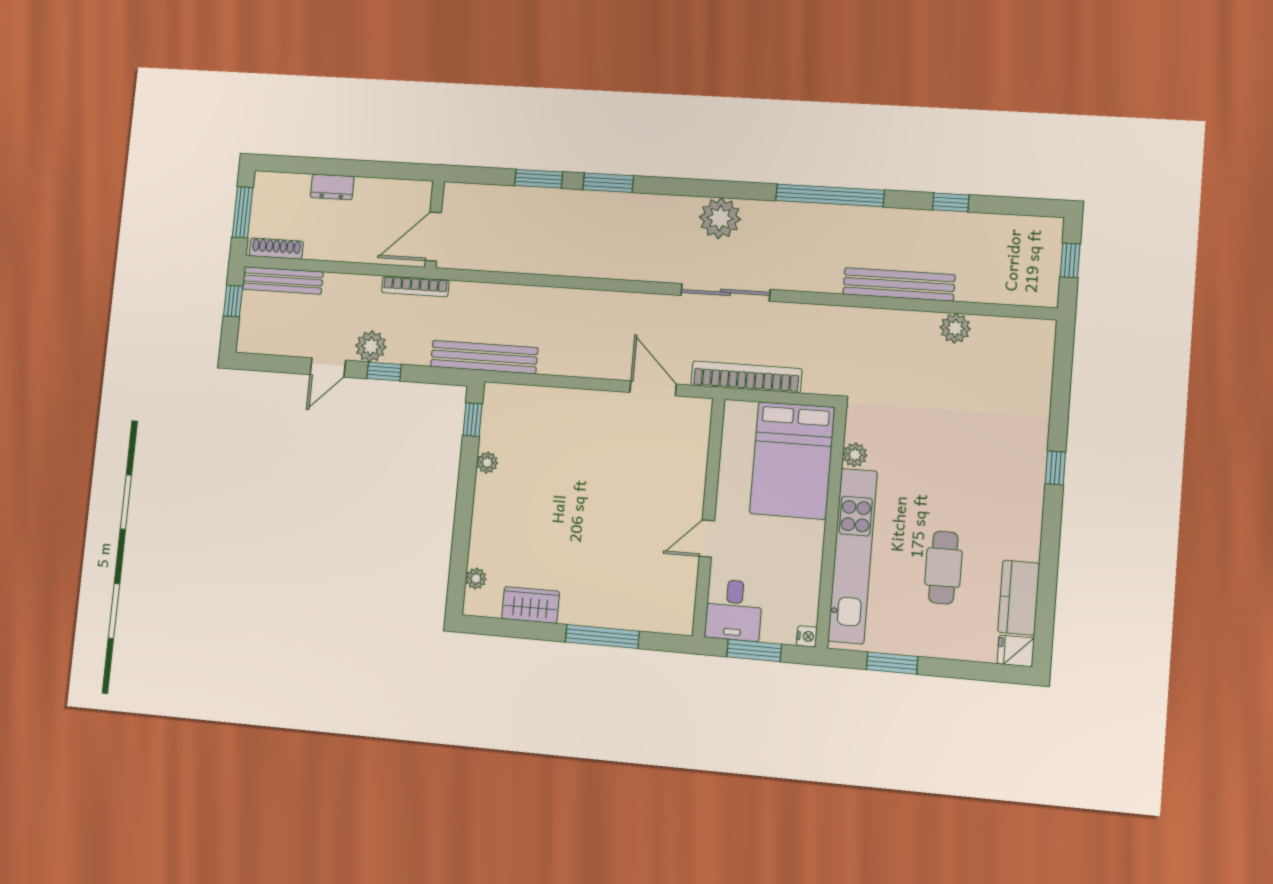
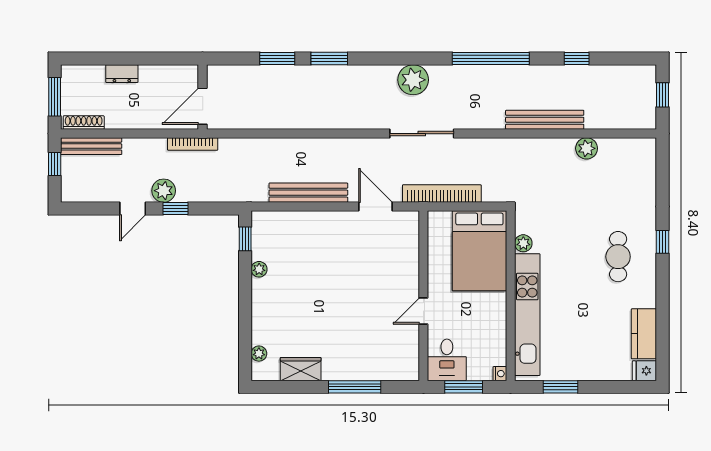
bench: (484, 357) -> (308, 193), moved
cafe table: (943, 568) -> (618, 257), moved

